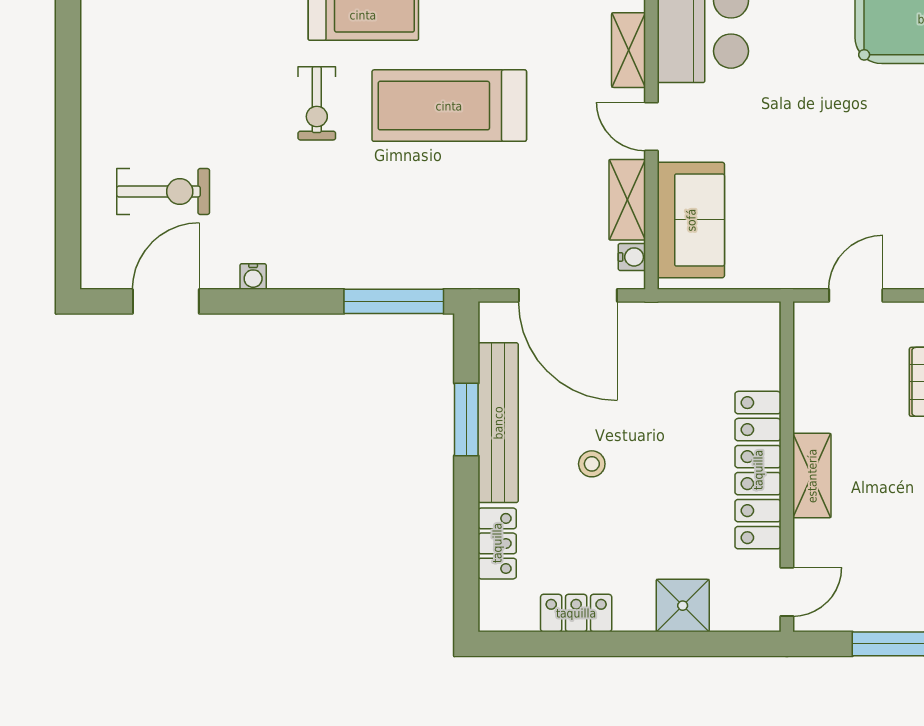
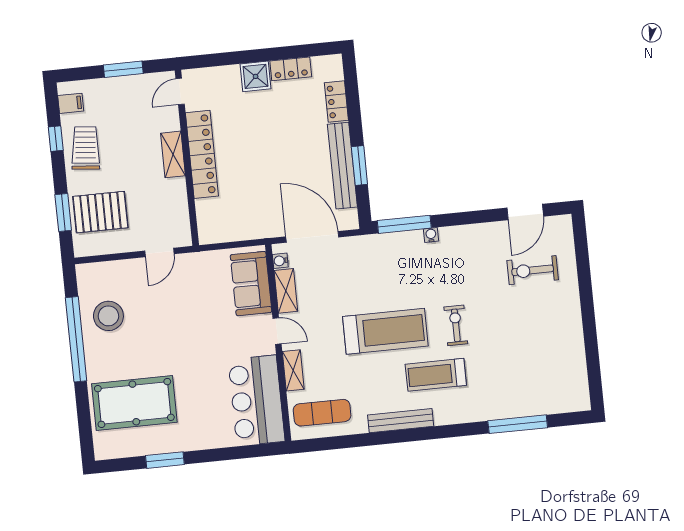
water cooler: (253, 277) -> (431, 235), moved
stool: (592, 464) -> (290, 149), removed
shower: (683, 606) -> (256, 76), moved

